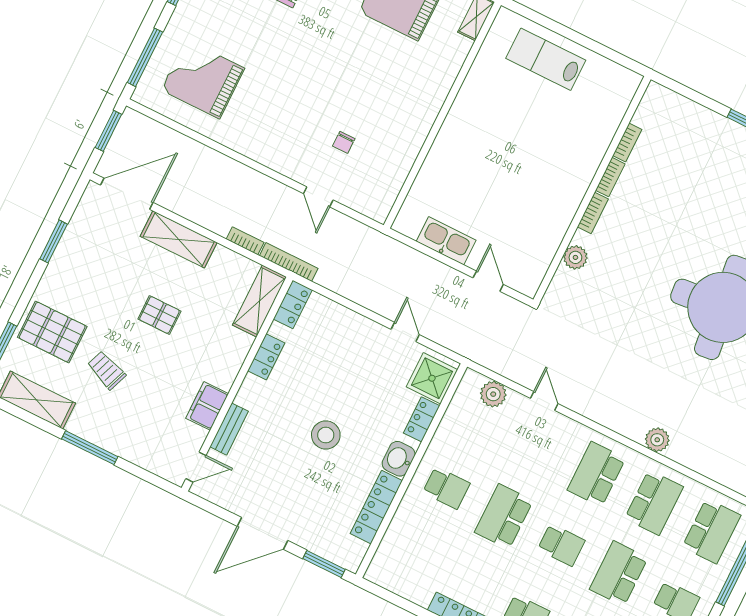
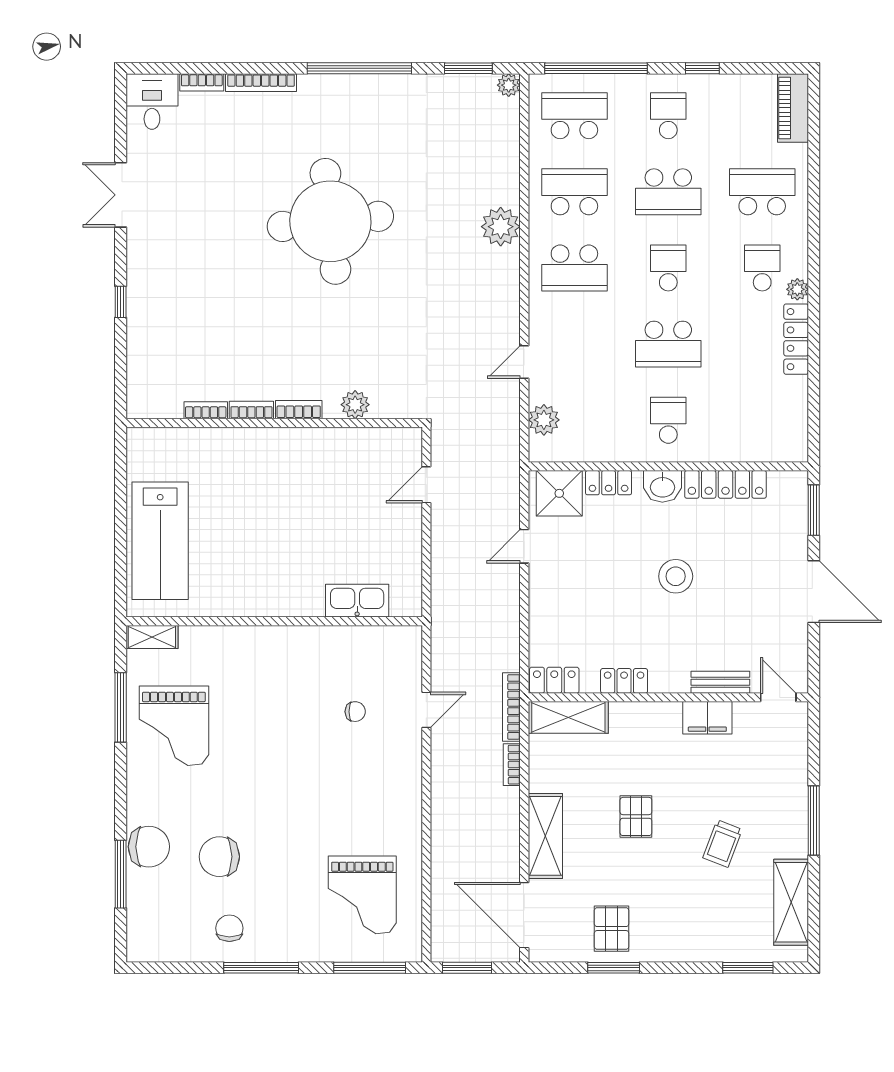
lab bench: (546, 59) -> (160, 541), width x1.36, depth x1.39
kitchen sink: (446, 241) -> (357, 601), moved, turned 90
pallet: (52, 332) -> (612, 929), moved, width x0.67, depth x0.71
plant: (657, 440) -> (501, 227), width x1.36, depth x1.36

